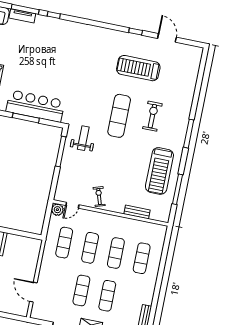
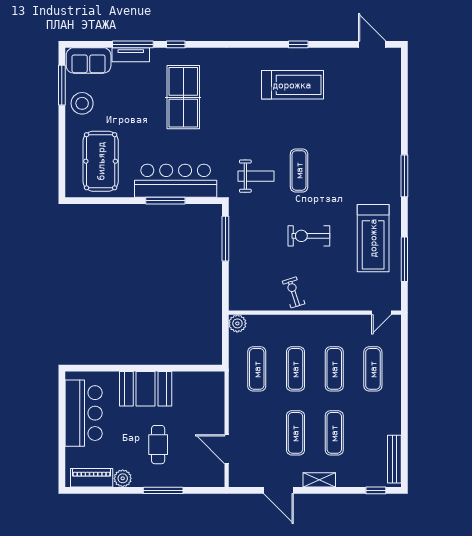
door: (167, 38) -> (372, 44), moved
table tennis table: (52, 51) -> (183, 97), added
treadmill: (138, 68) -> (292, 85), moved, turned 180
exercise mat: (119, 116) -> (299, 170), width x0.73, depth x0.69
exercise bike: (152, 116) -> (309, 236), moved, turned -90
weight bench: (83, 138) -> (256, 176), moved, turned 90
door: (72, 205) -> (381, 313), moved
bench: (137, 212) -> (353, 304), removed

